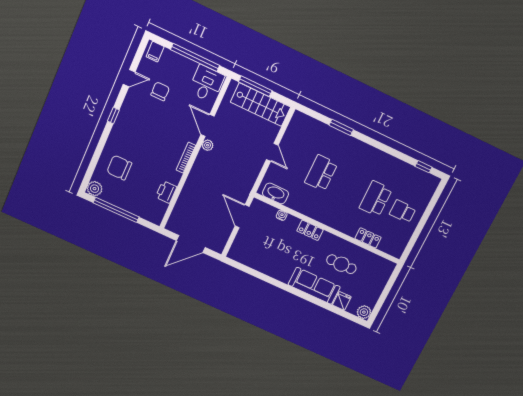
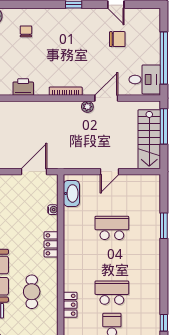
filing cabinet: (155, 52) -> (152, 18), removed
chair: (119, 168) -> (26, 31), width x0.54, depth x0.54

